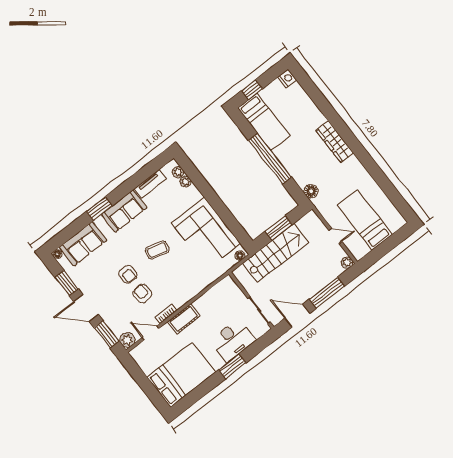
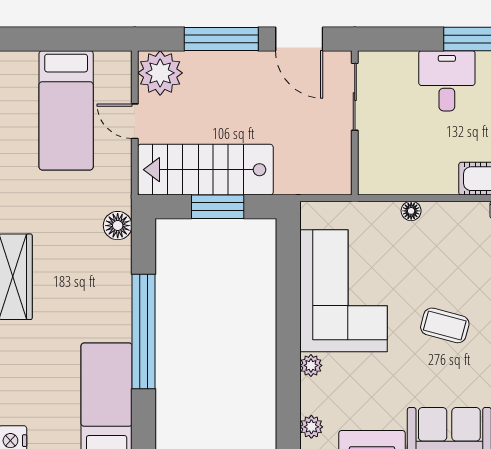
plant: (186, 181) -> (311, 365), moved
stairs: (276, 253) -> (205, 170), moved
floor lamp: (240, 256) -> (411, 211), moved
plant: (347, 263) -> (160, 73), width x1.87, depth x1.87
desk: (233, 340) -> (447, 81), width x0.73

